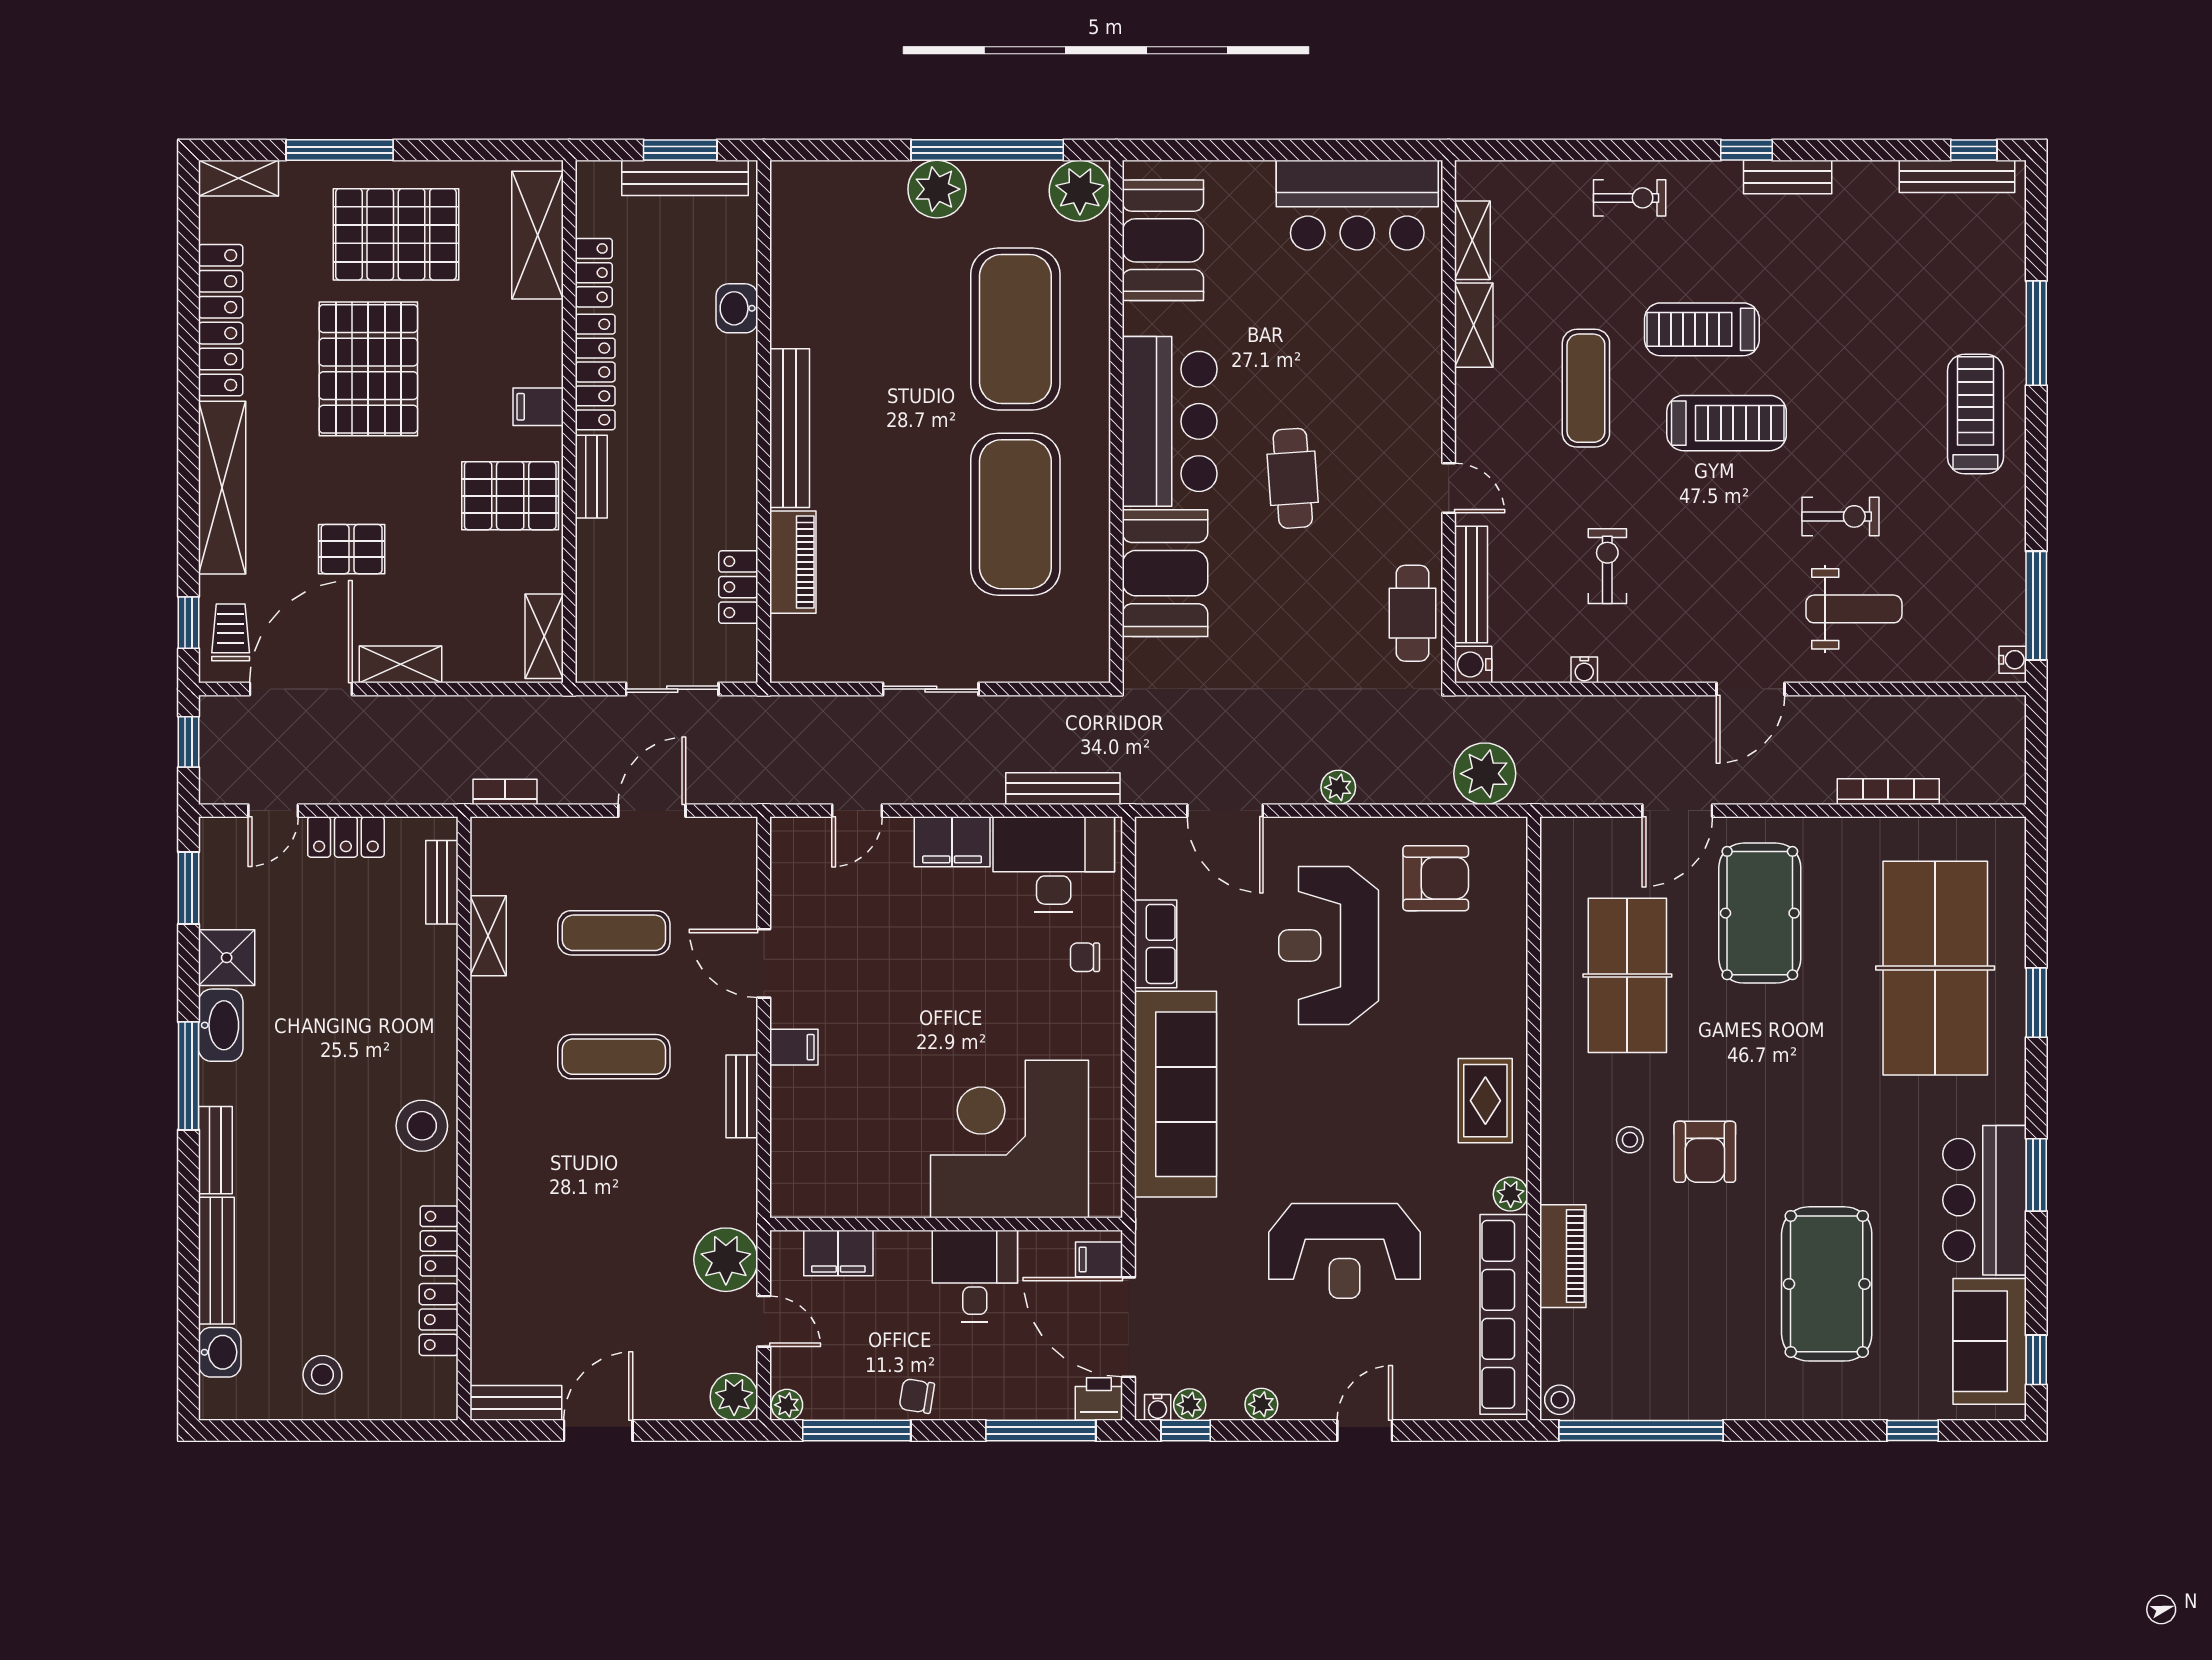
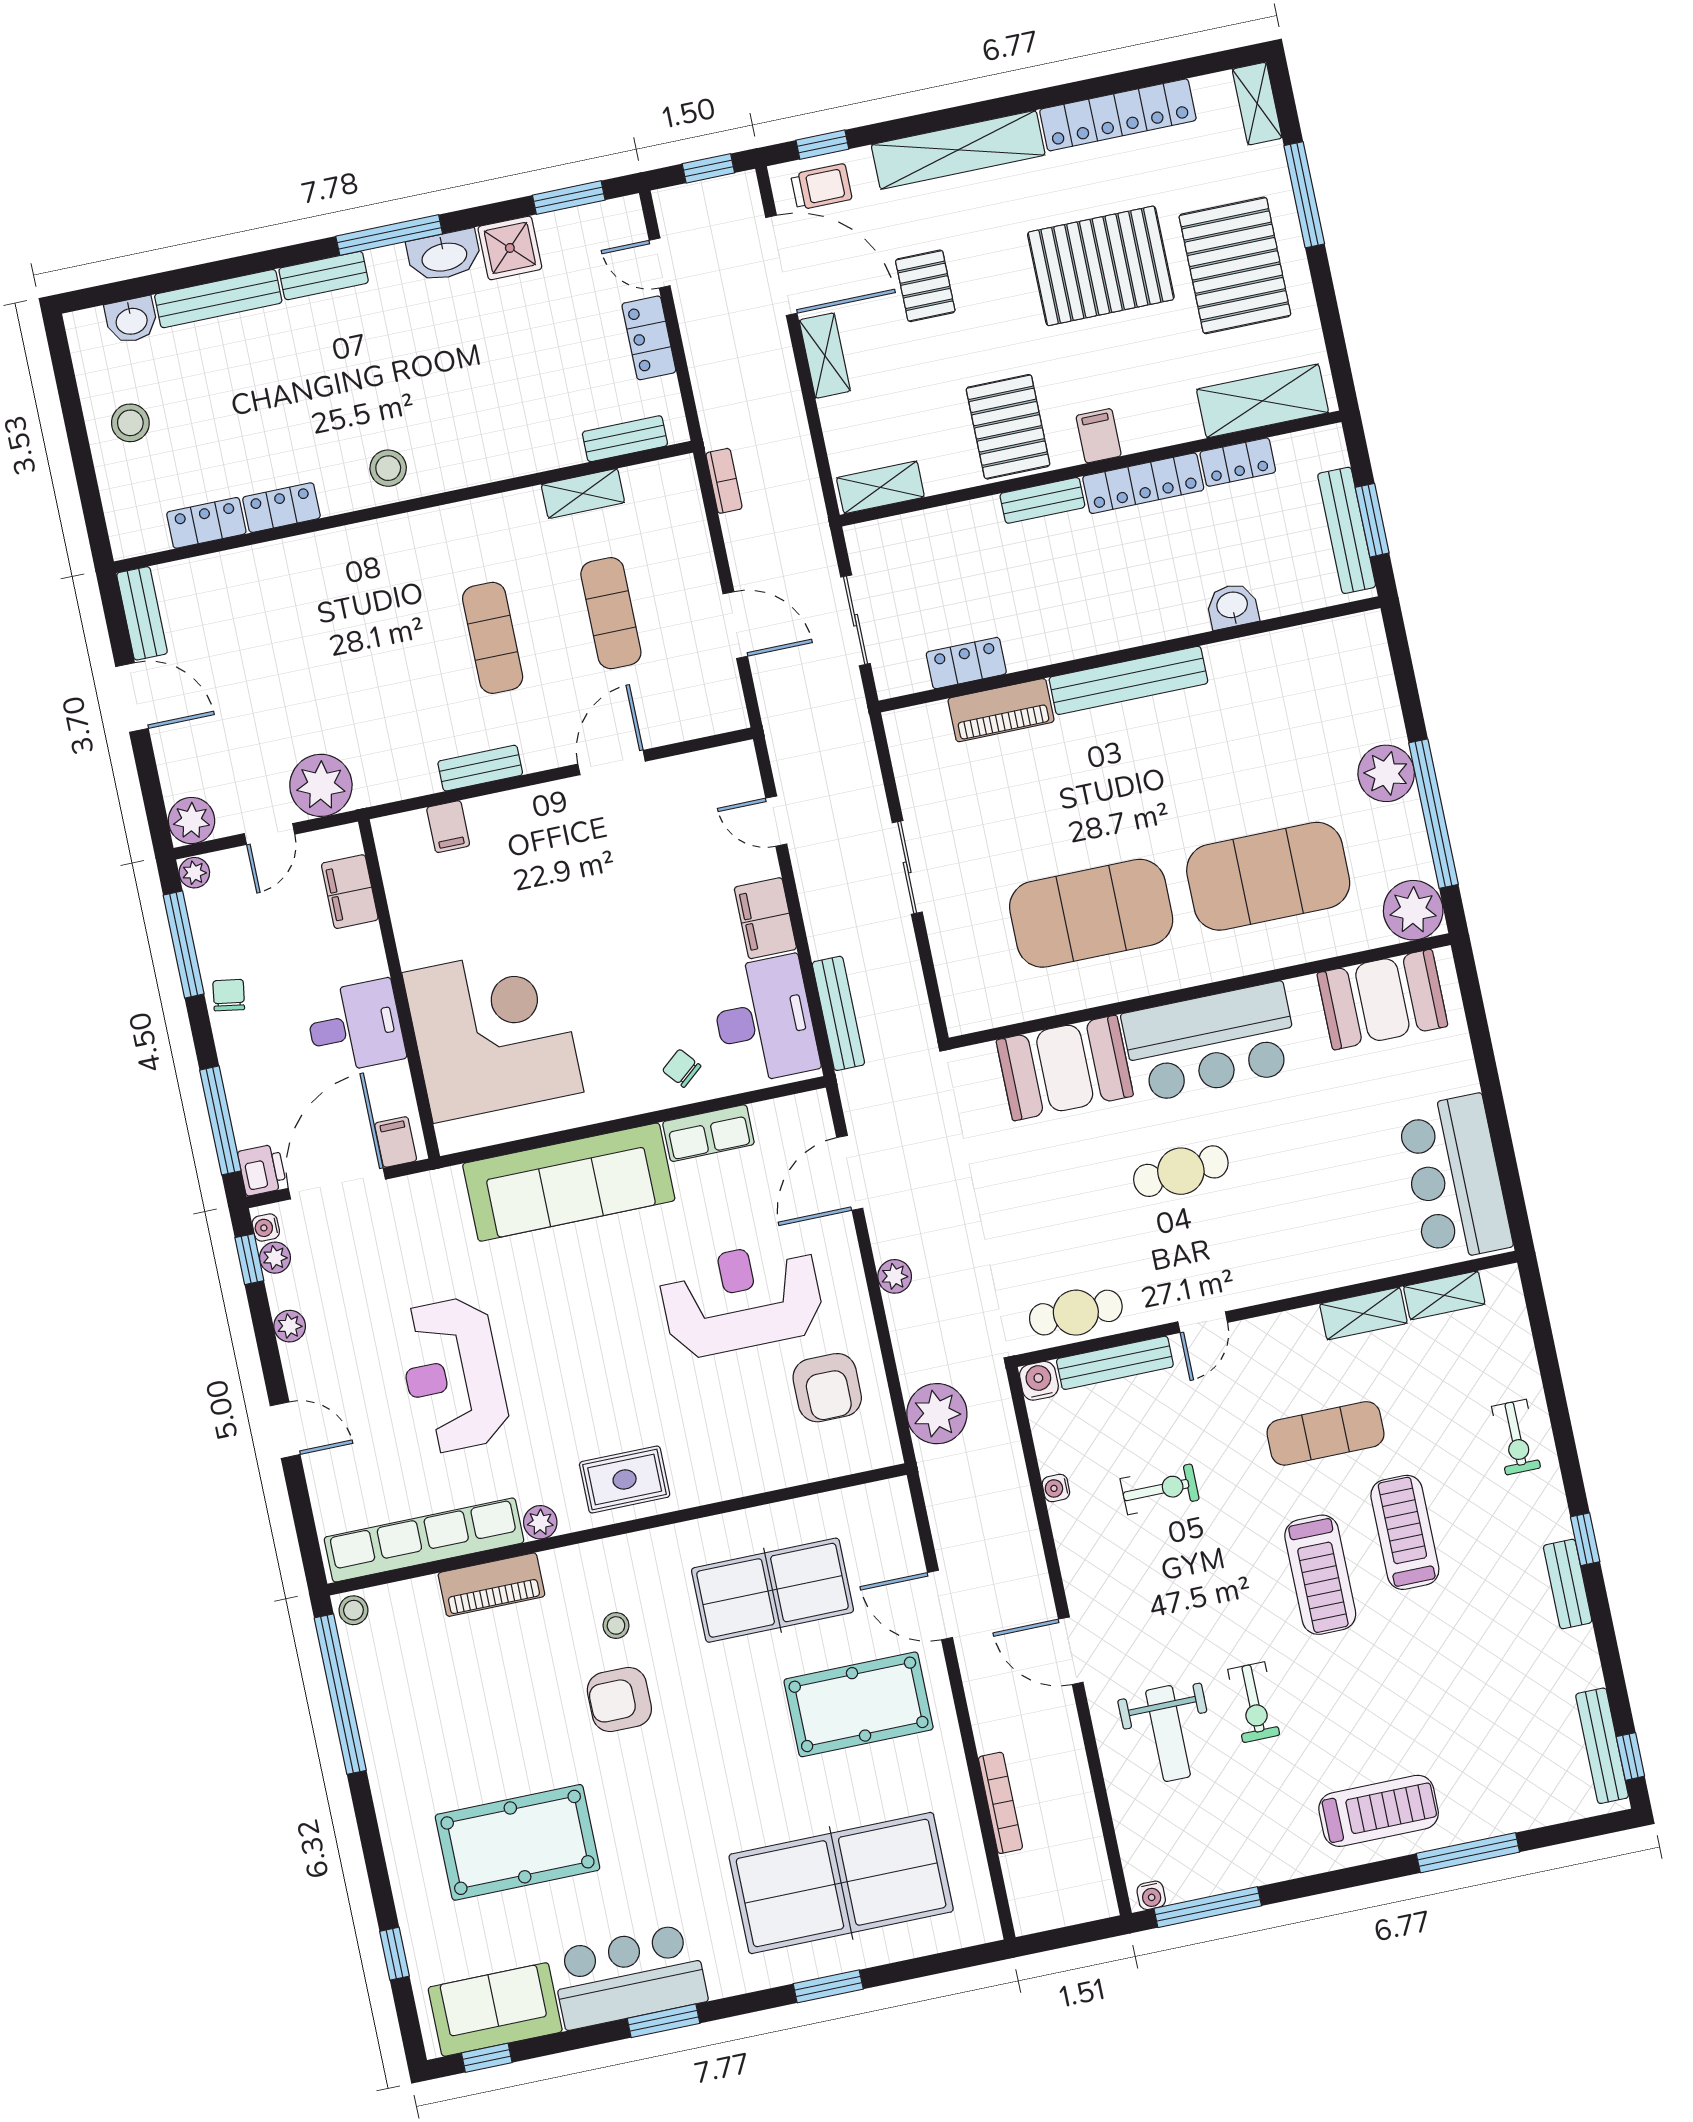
chair: (1085, 957) -> (682, 1068), turned -40
filing cabinet: (794, 1047) -> (448, 827), moved
stool: (422, 1126) -> (388, 468), width x0.73, depth x0.73

